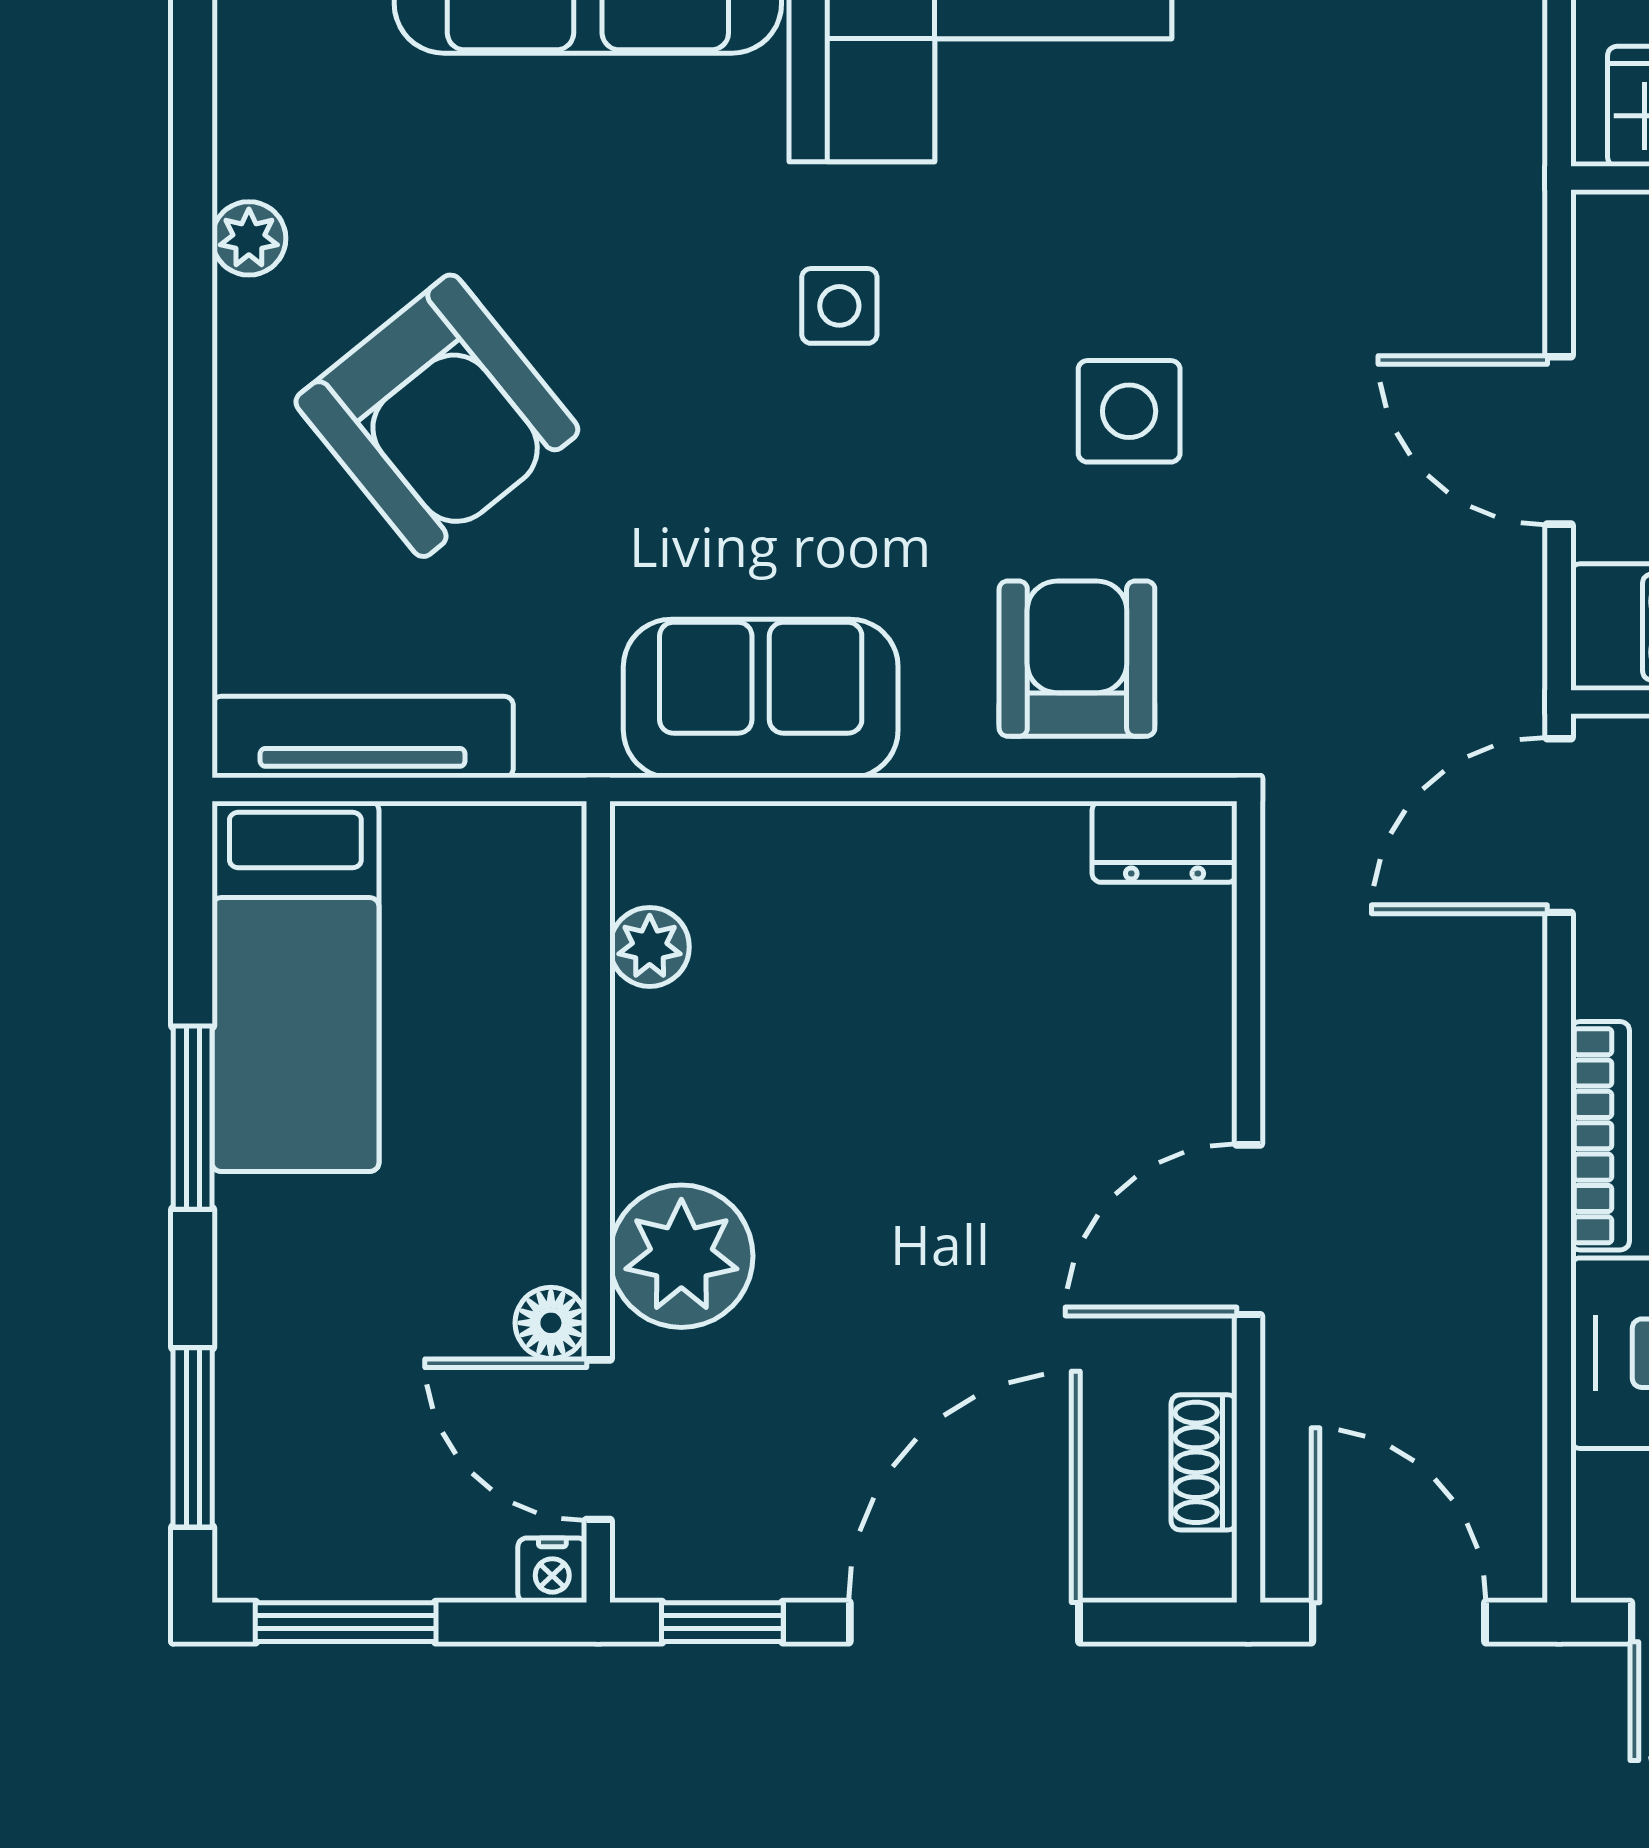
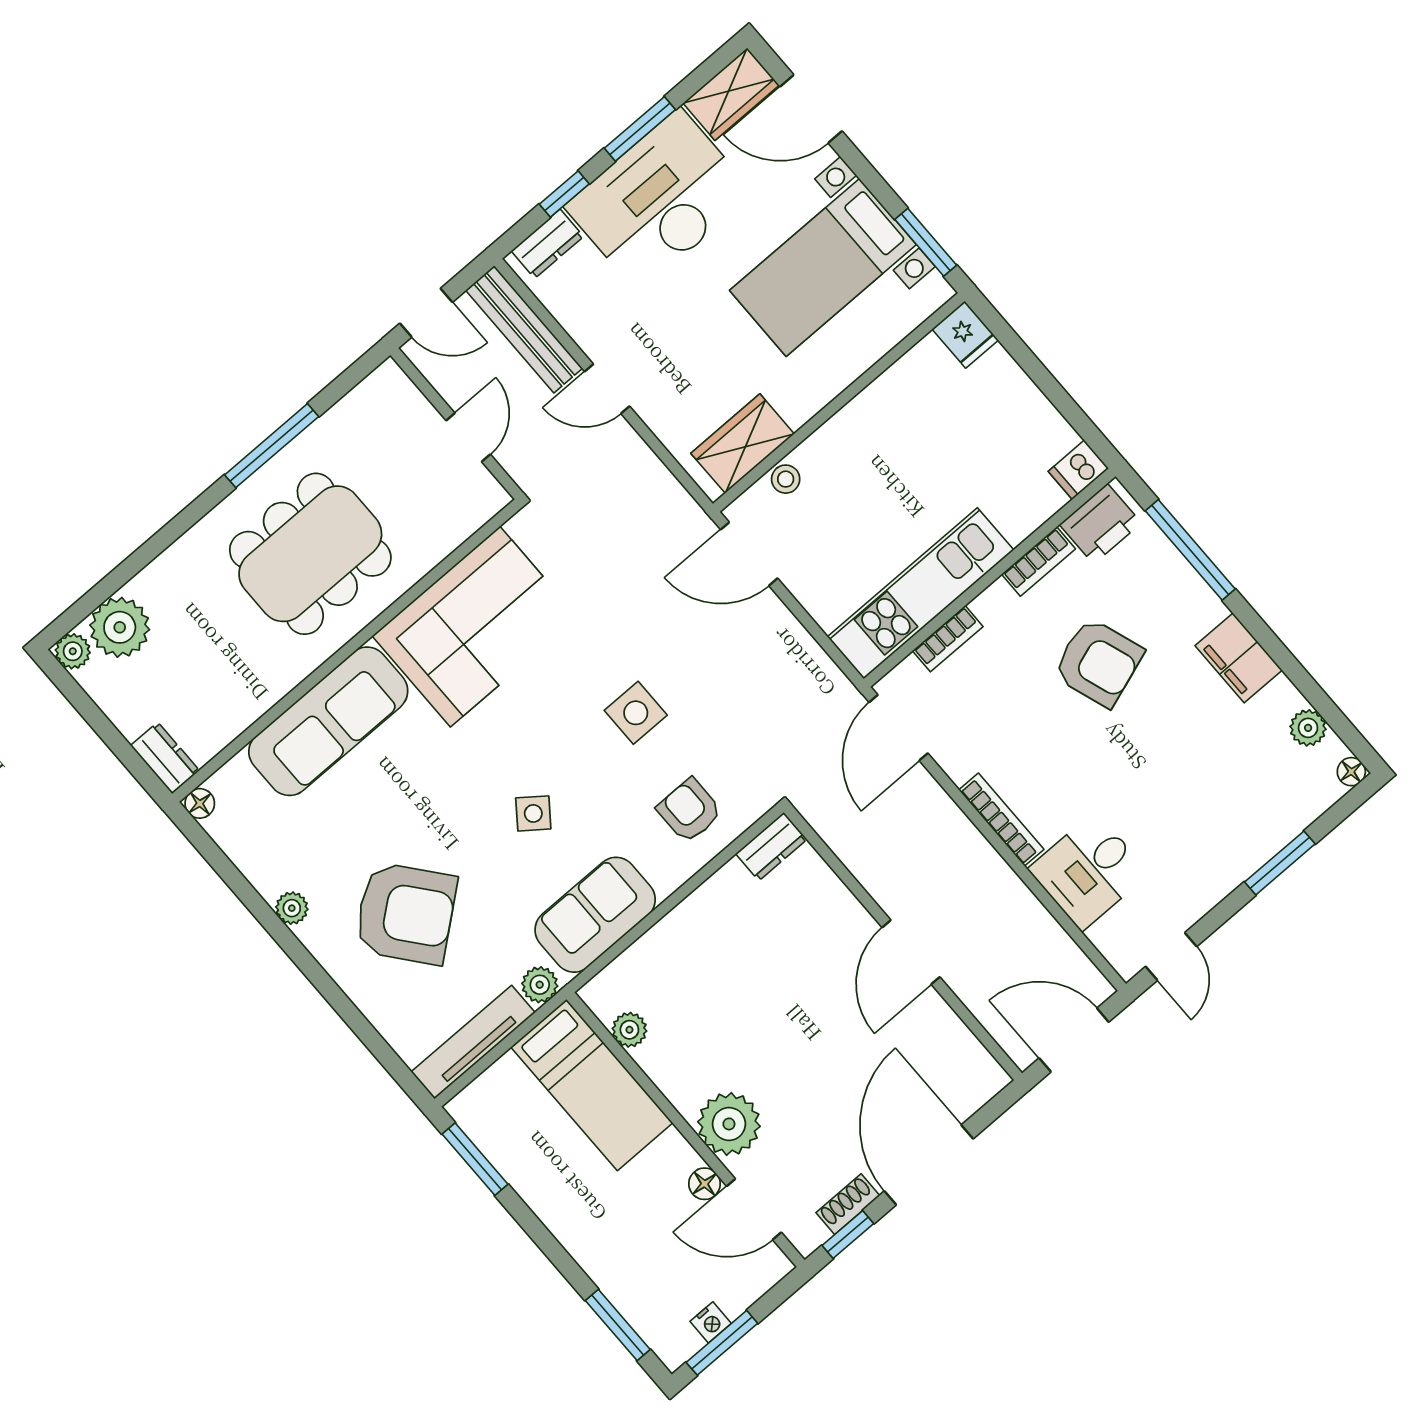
side table: (839, 306) -> (533, 813), moved, turned 37
door: (1559, 440) -> (749, 554), moved
armchair: (1077, 659) -> (689, 811), width x0.72, depth x0.72
plant: (562, 737) -> (540, 985), added
bed: (295, 986) -> (592, 1085), moved
window: (193, 1118) -> (475, 1159), moved
shoe rack: (1204, 1462) -> (848, 1204), moved, turned 90
nightstand: (552, 1570) -> (711, 1322), moved

